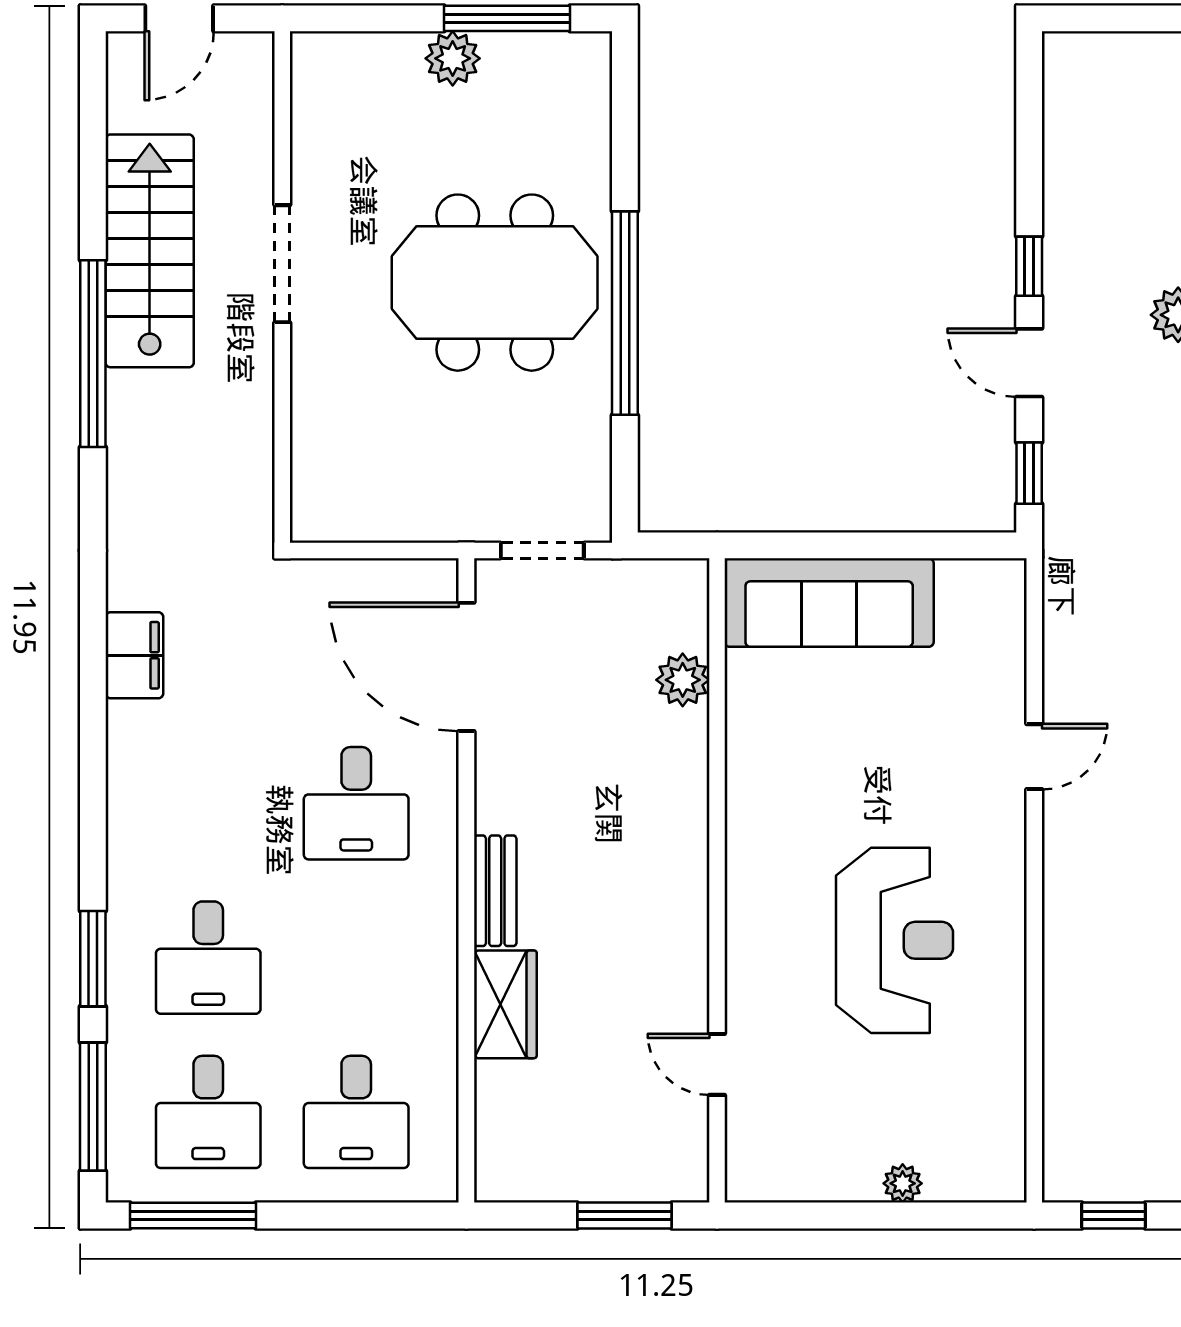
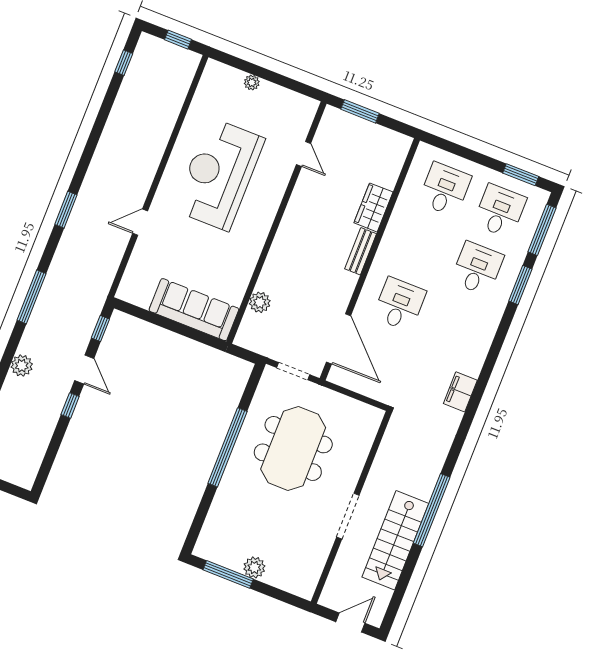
meeting table: (495, 283) -> (293, 448), moved, turned 90
reception desk: (895, 940) -> (219, 174), width x1.36, depth x1.30
window: (193, 1215) -> (521, 175), width x0.69

